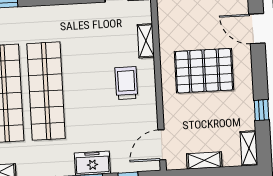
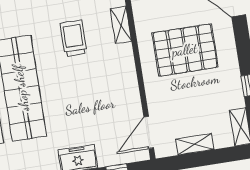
trolley: (126, 83) -> (73, 38), moved

